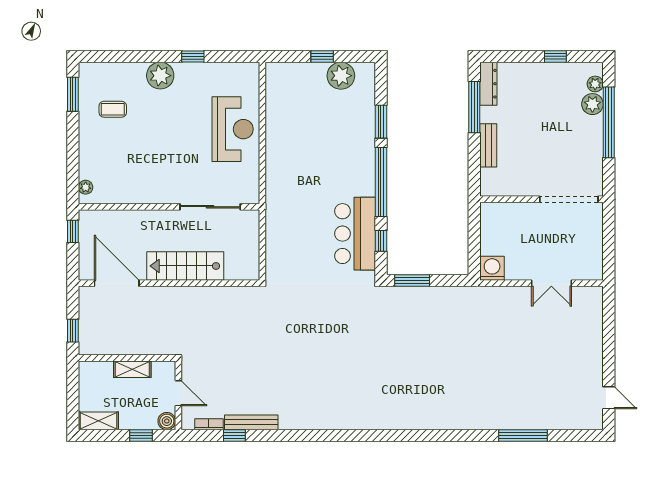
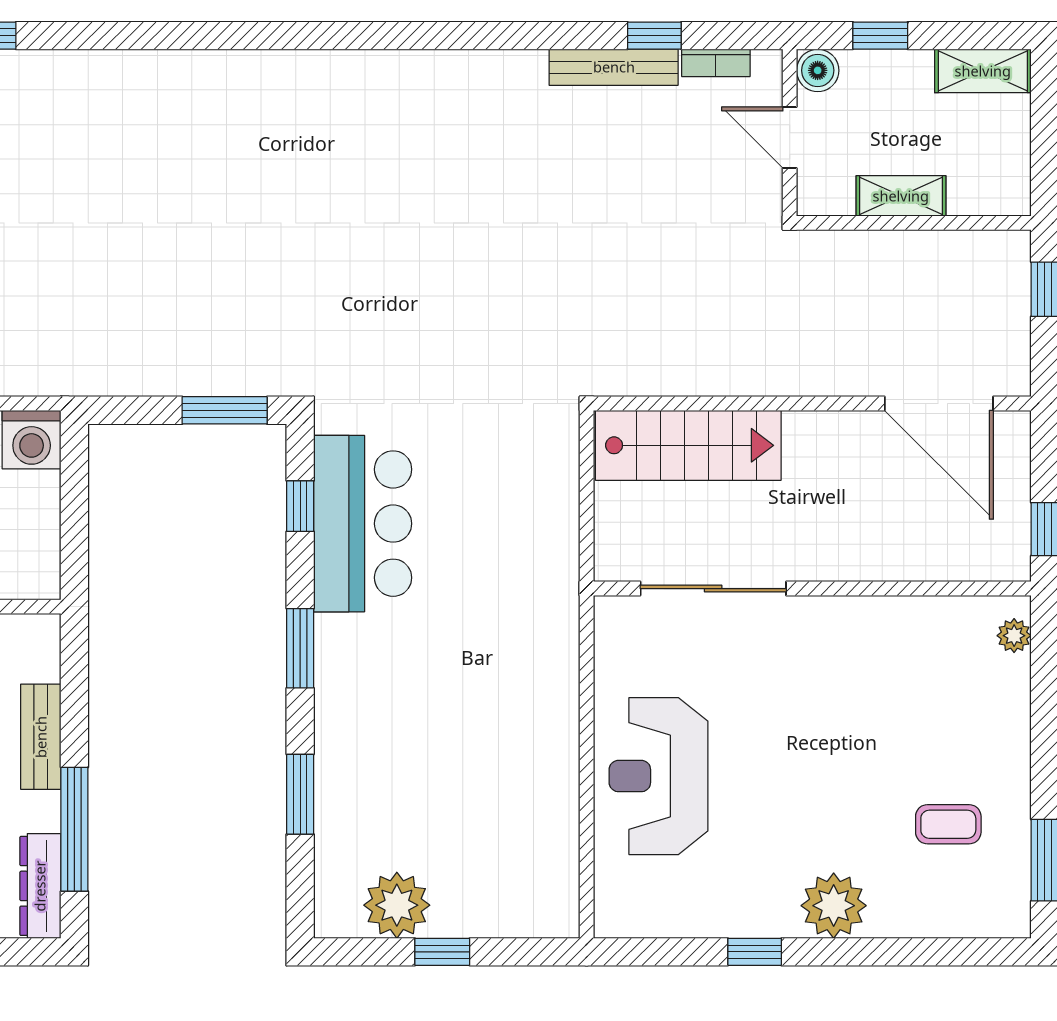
window: (381, 182) -> (300, 648), width x0.47
stairs: (185, 266) -> (688, 445), moved

